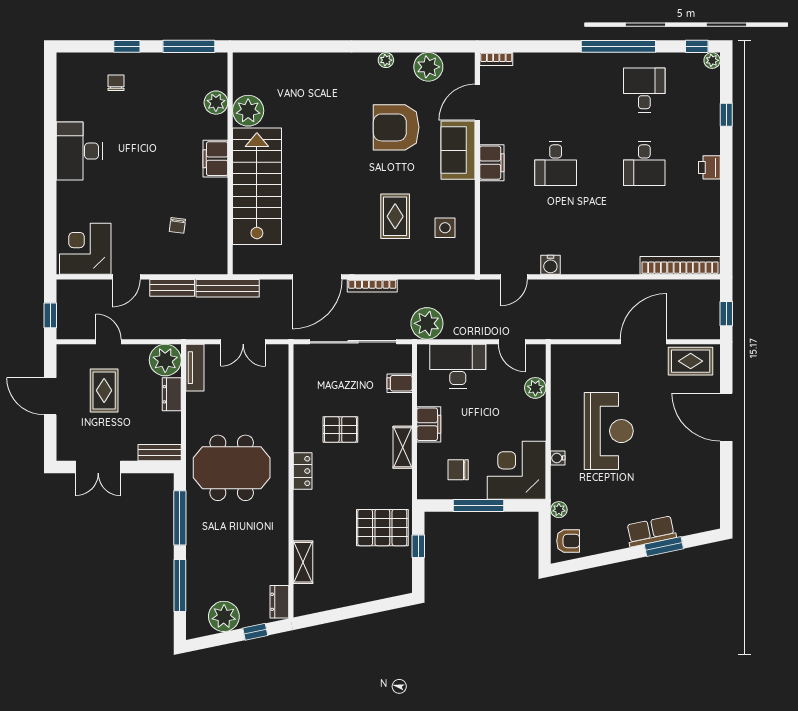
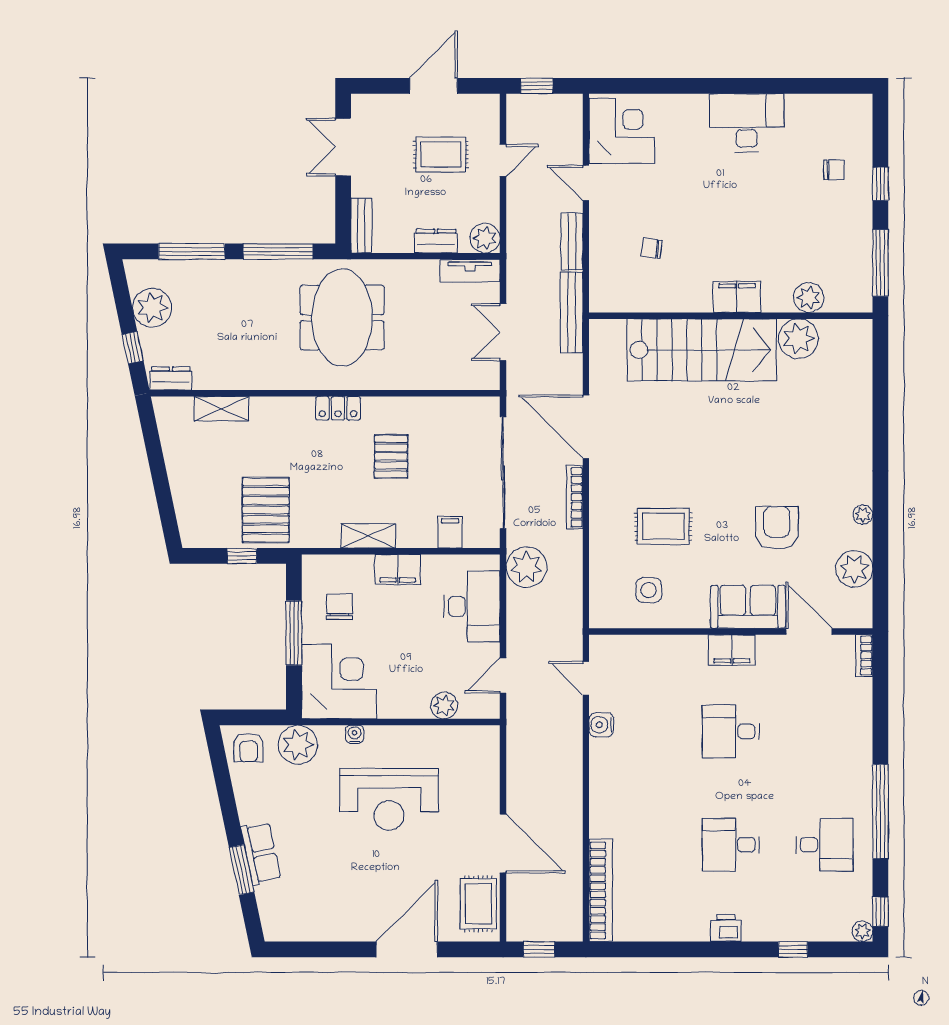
armchair: (396, 127) -> (777, 528), width x0.73, depth x0.73
plant: (165, 360) -> (485, 238), width x0.73, depth x0.73
plant: (559, 510) -> (298, 745), width x1.87, depth x1.87

